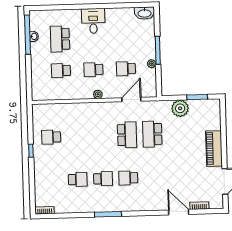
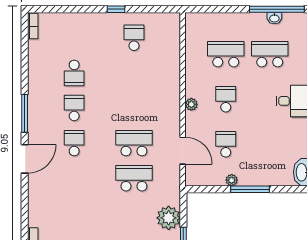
school desk: (61, 71) -> (226, 54), width x1.85
school desk: (127, 135) -> (134, 143), turned 180
school desk: (103, 179) -> (74, 108), turned 180
door: (179, 212) -> (25, 159), moved

